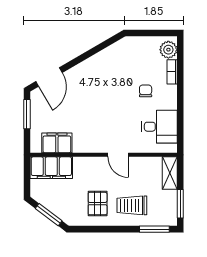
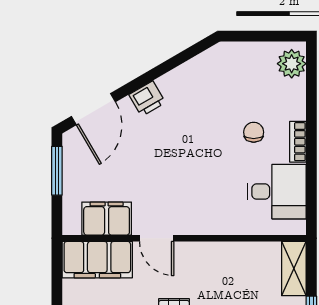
printer: (81, 71) -> (147, 99), added
bookcase: (172, 72) -> (298, 142), moved
door: (118, 155) -> (157, 238), moved

